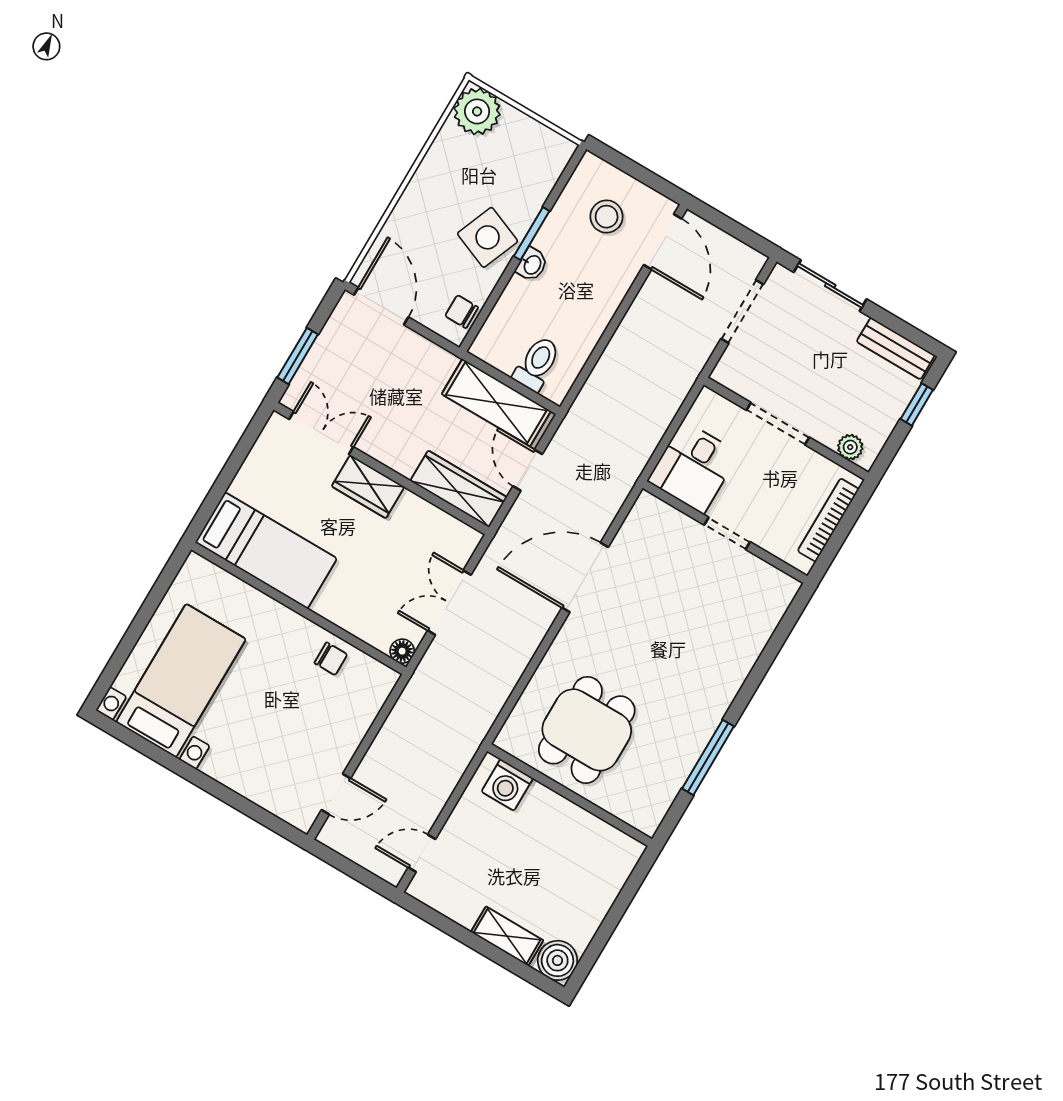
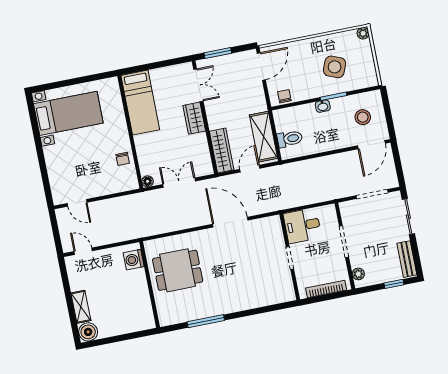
plant: (477, 111) -> (363, 33), width x0.53, depth x0.53
side table: (488, 237) -> (335, 67), moved

